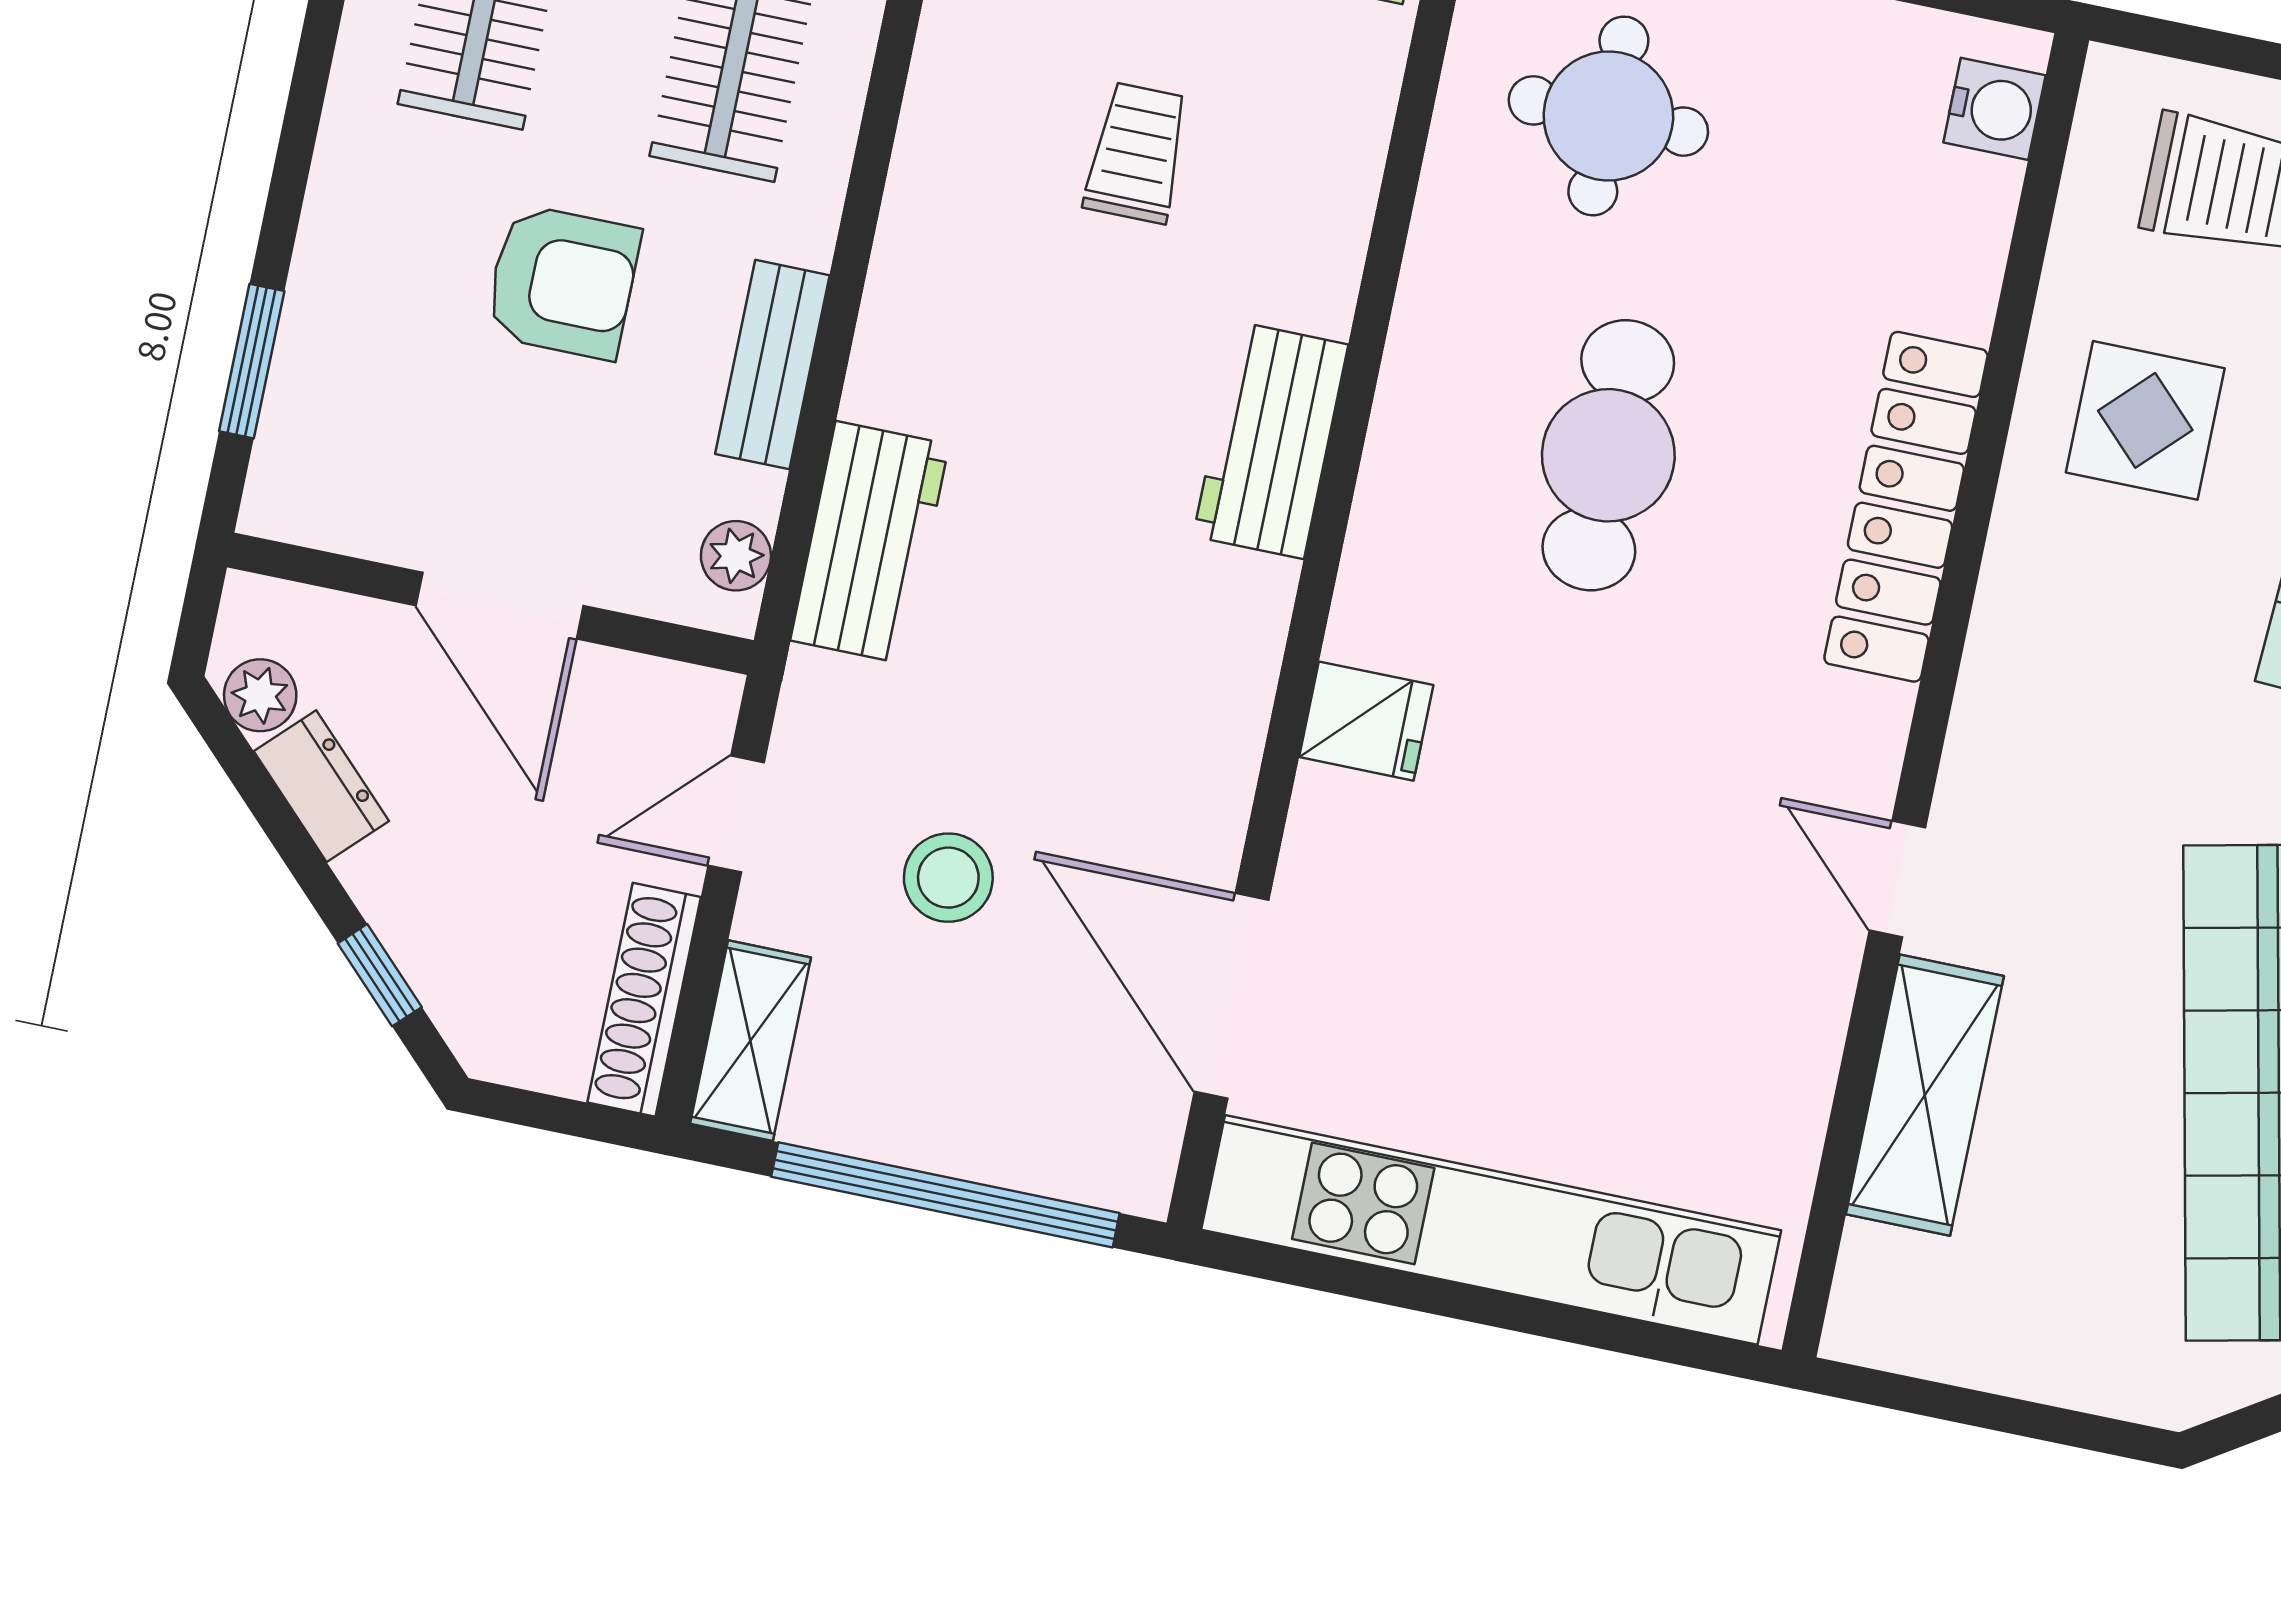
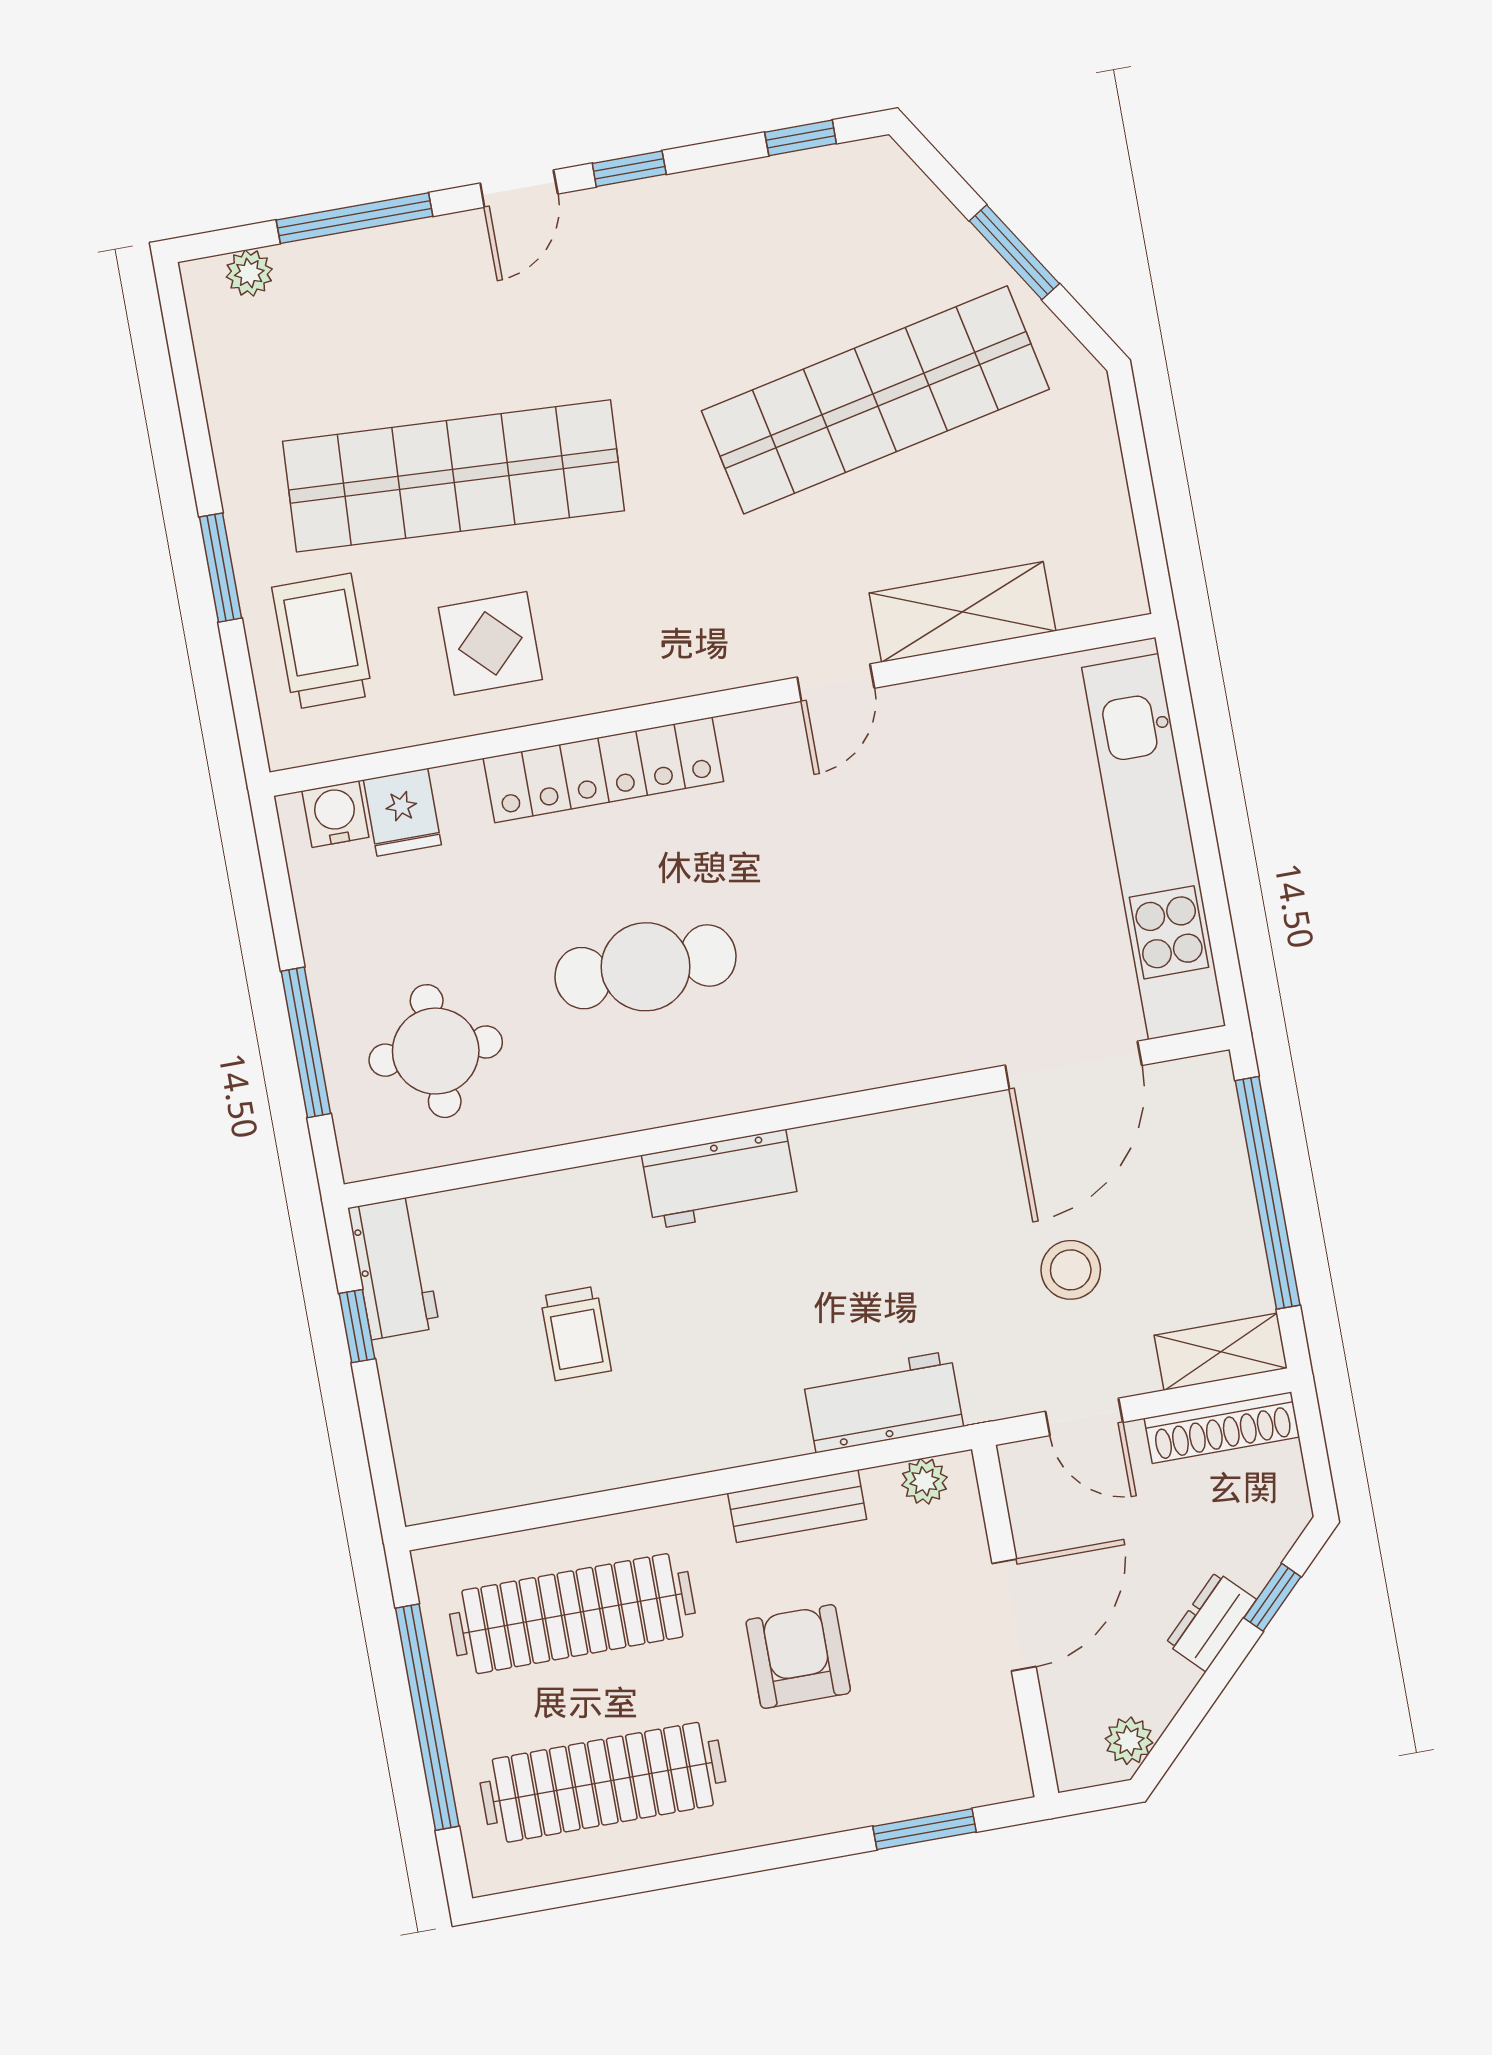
trolley: (1137, 153) -> (576, 1333), turned -90
fridge: (1366, 721) -> (402, 812), moved, turned 180
dresser: (321, 786) -> (1211, 1621), moved

